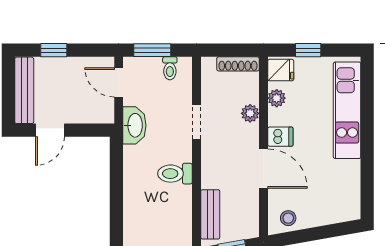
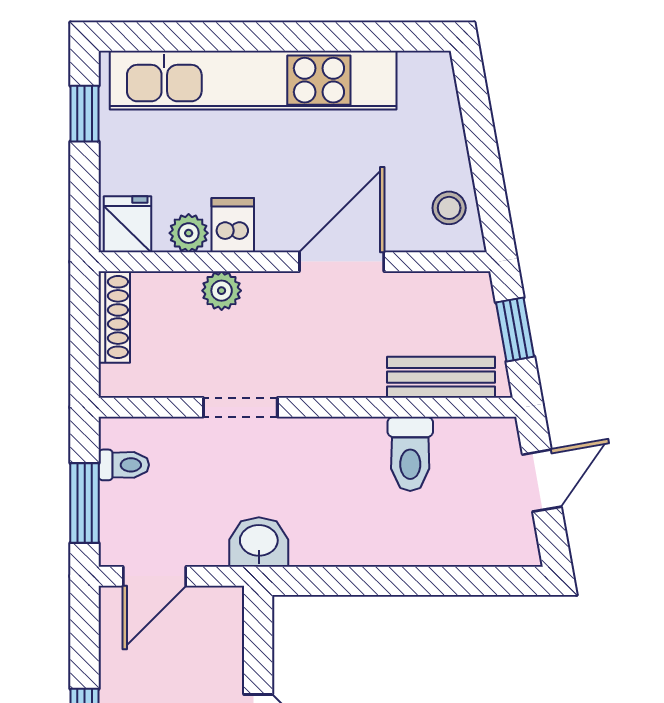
window: (308, 50) -> (85, 114), moved
kitchen unit: (347, 110) -> (253, 80), width x1.36
washbasin: (134, 125) -> (259, 542), width x0.72
dishwasher: (280, 137) -> (233, 225), moved
toilet: (175, 174) -> (410, 454), moved

